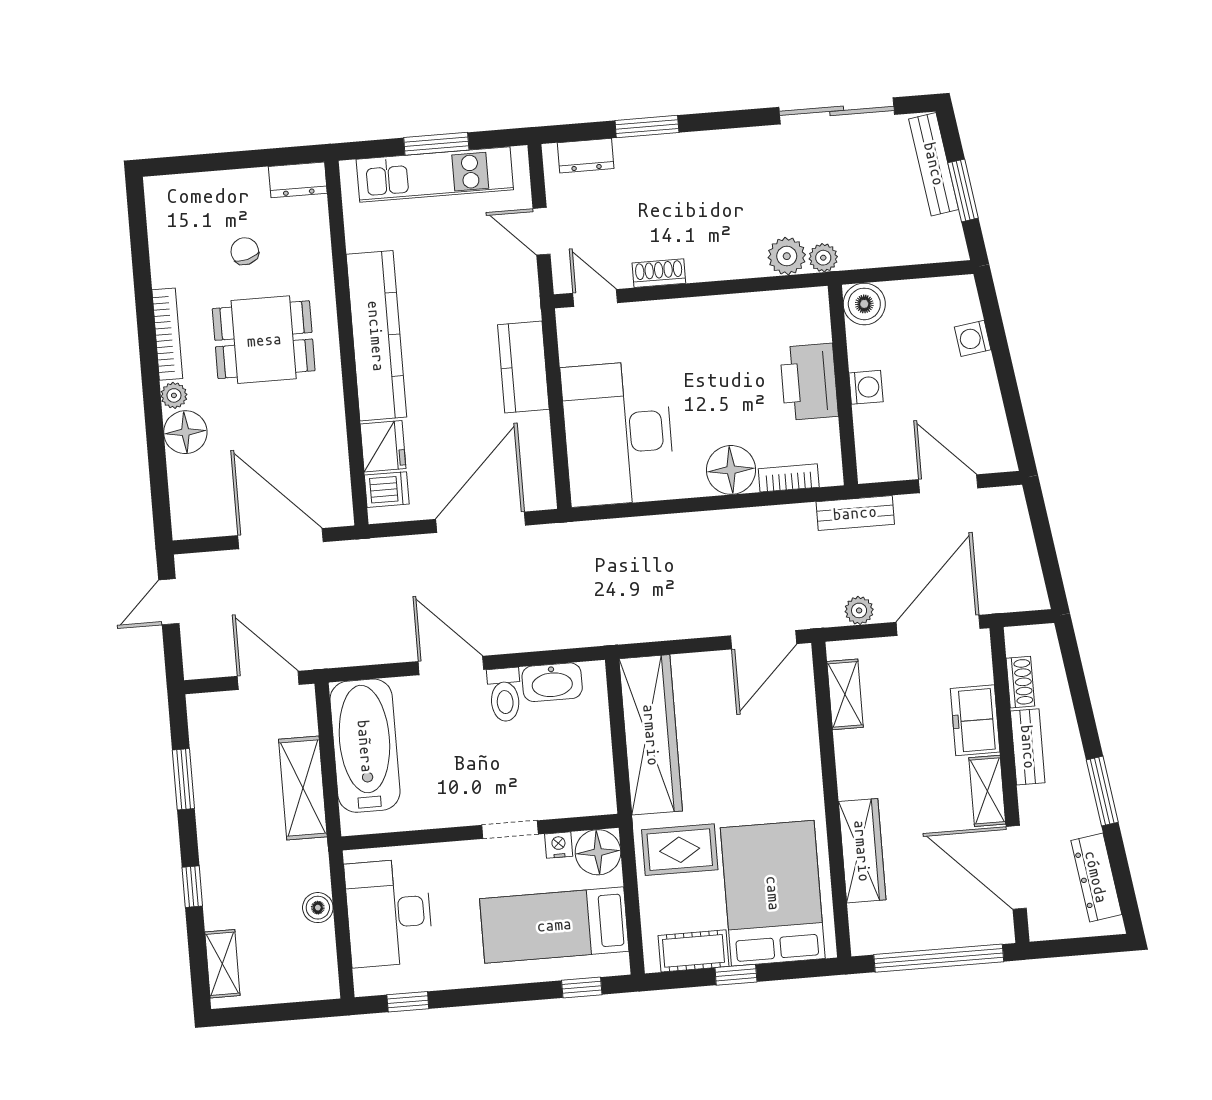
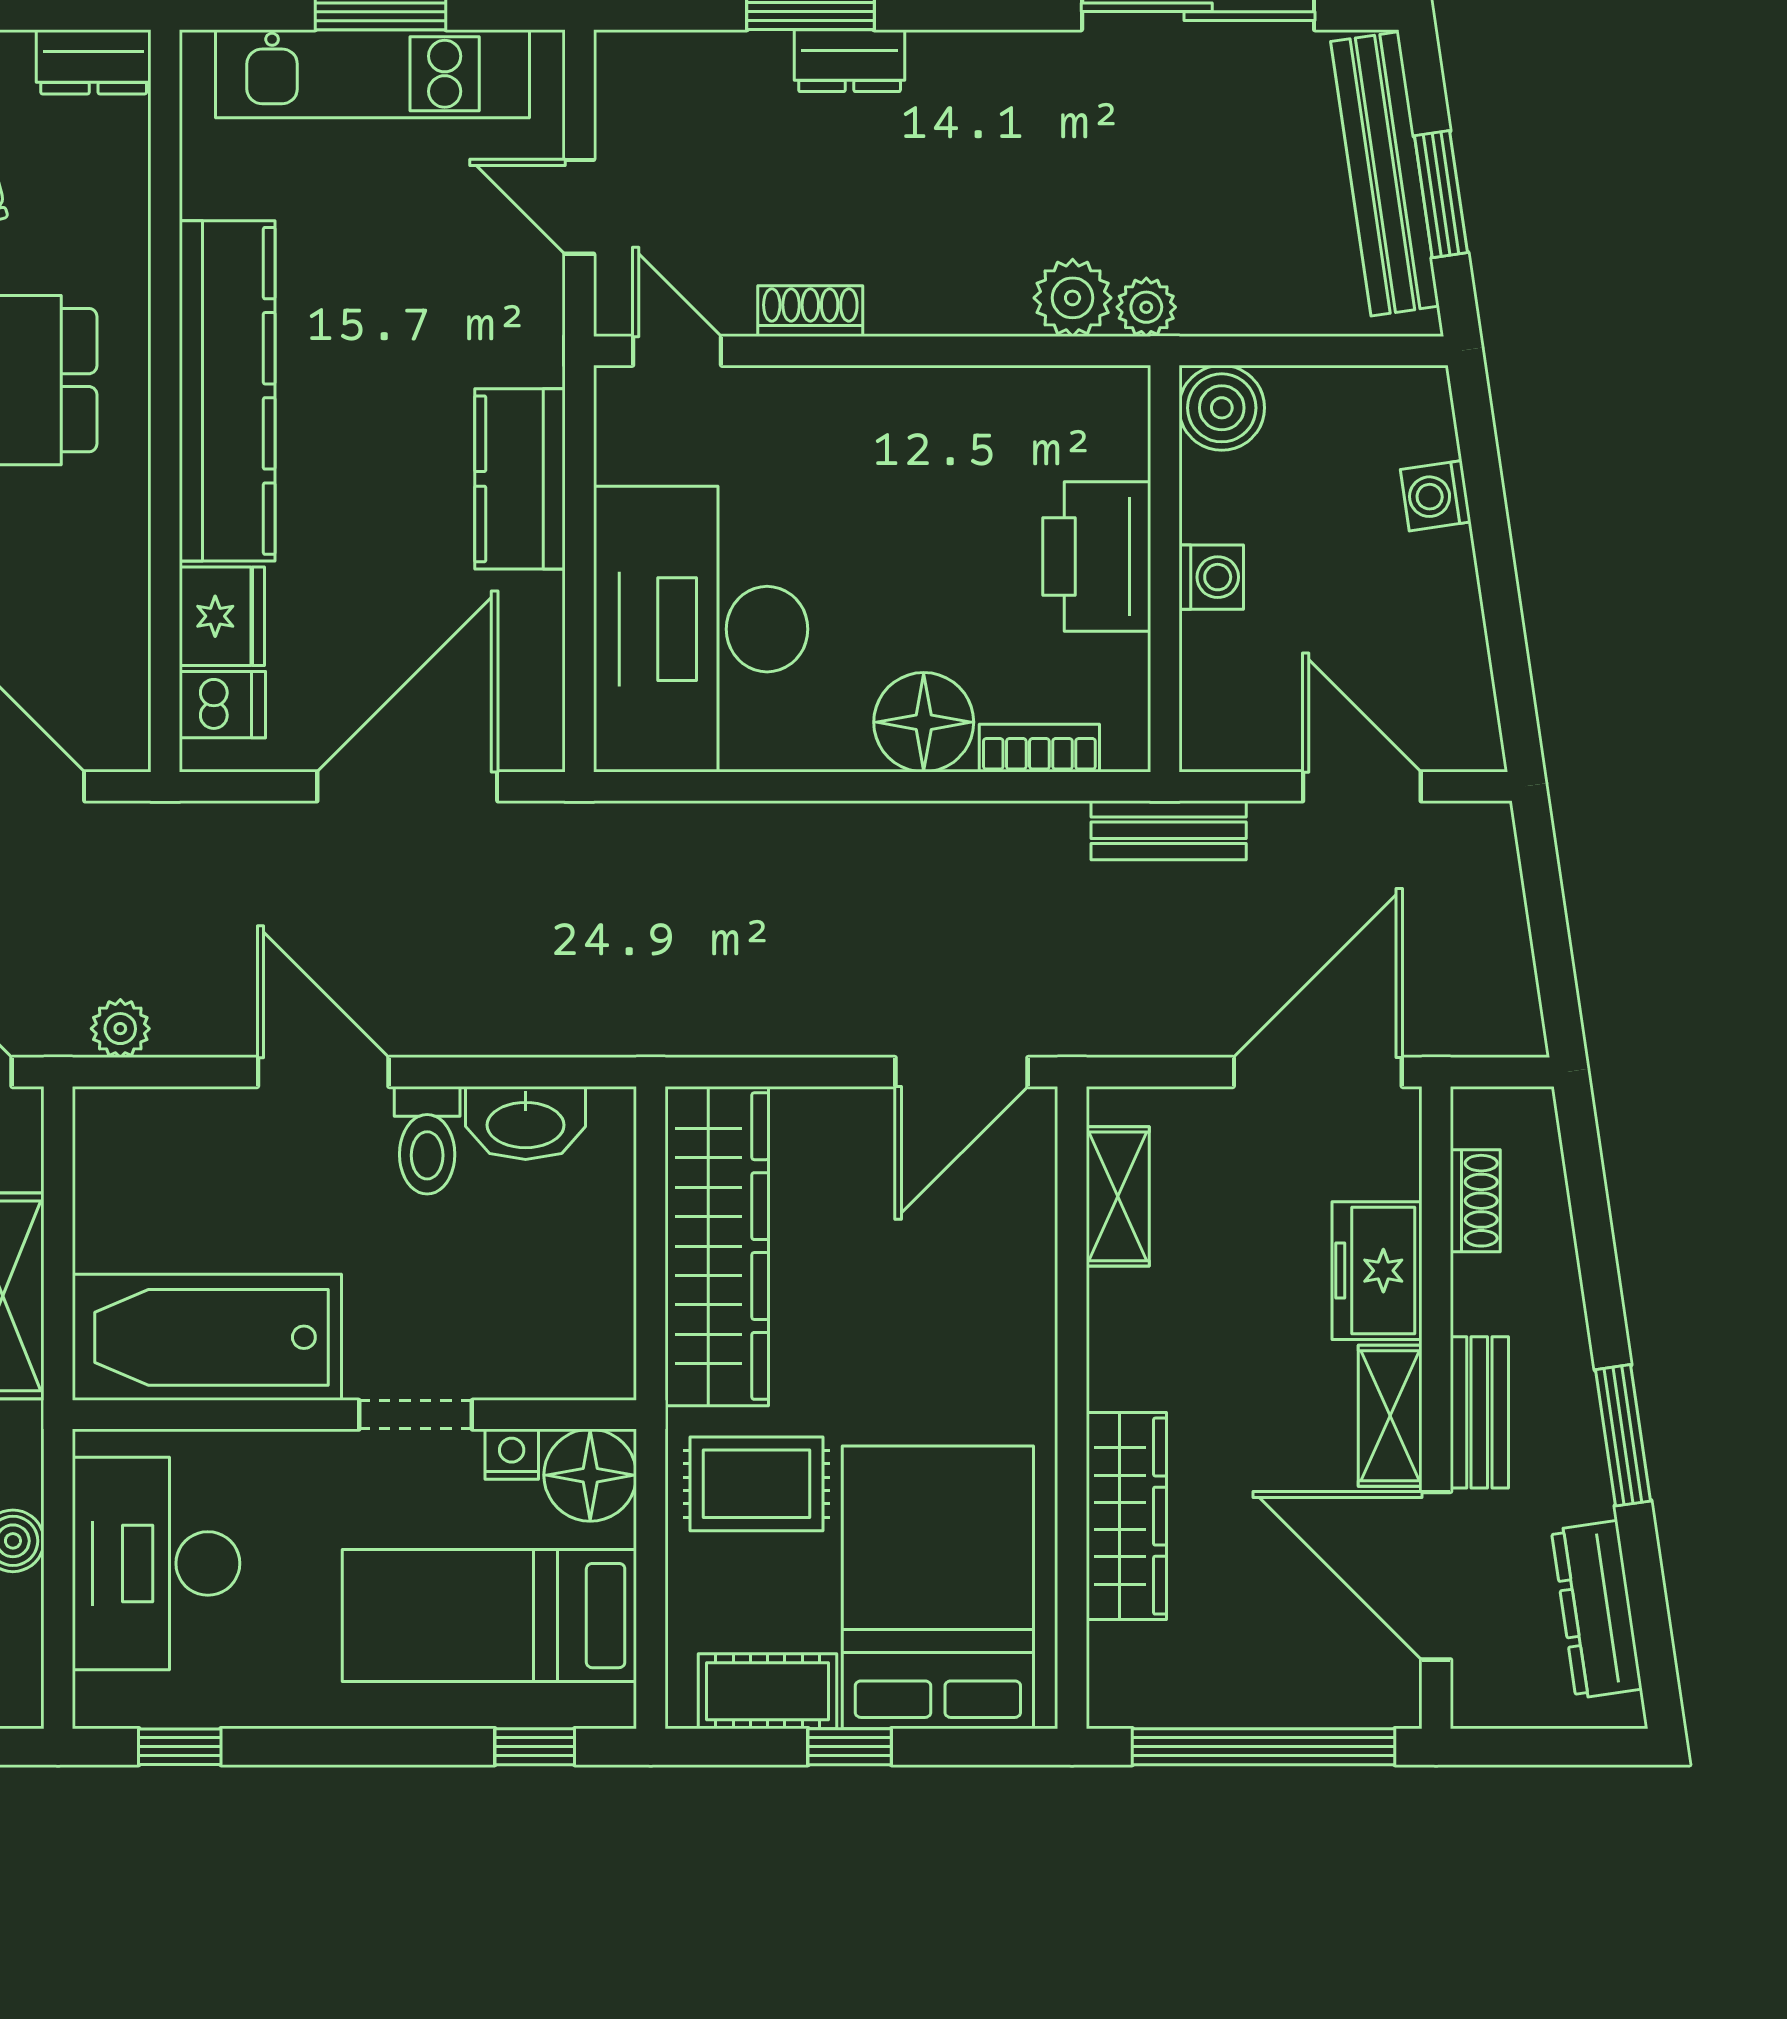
dresser: (586, 156) -> (850, 61), moved
bench: (934, 164) -> (1385, 174), width x1.37, depth x1.21
plant: (859, 610) -> (120, 1029), moved
bathtub: (365, 746) -> (207, 1337), moved, turned -90
bench: (1028, 747) -> (1479, 1412), moved

